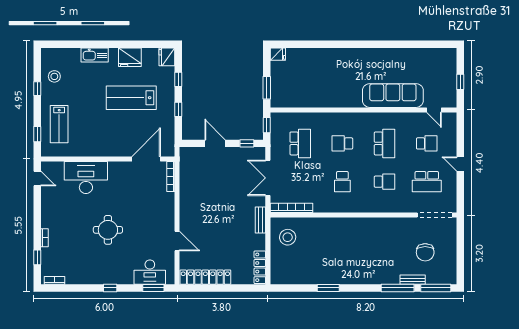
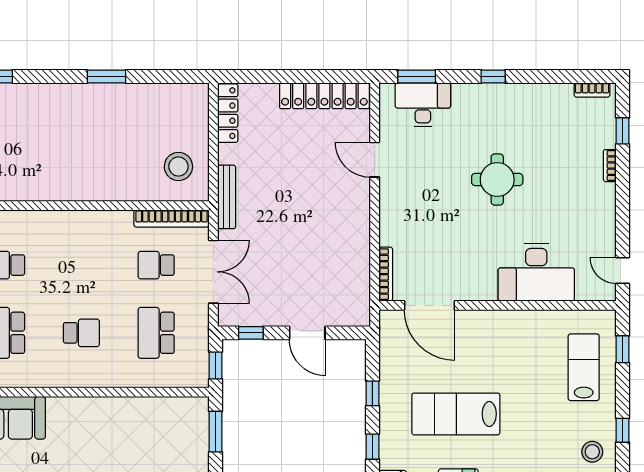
lab bench: (131, 98) -> (456, 414), turned 180
door: (146, 159) -> (430, 305), hinge flipped
school desk: (342, 182) -> (156, 265), moved, turned -90
bench: (260, 220) -> (227, 197), width x1.36

